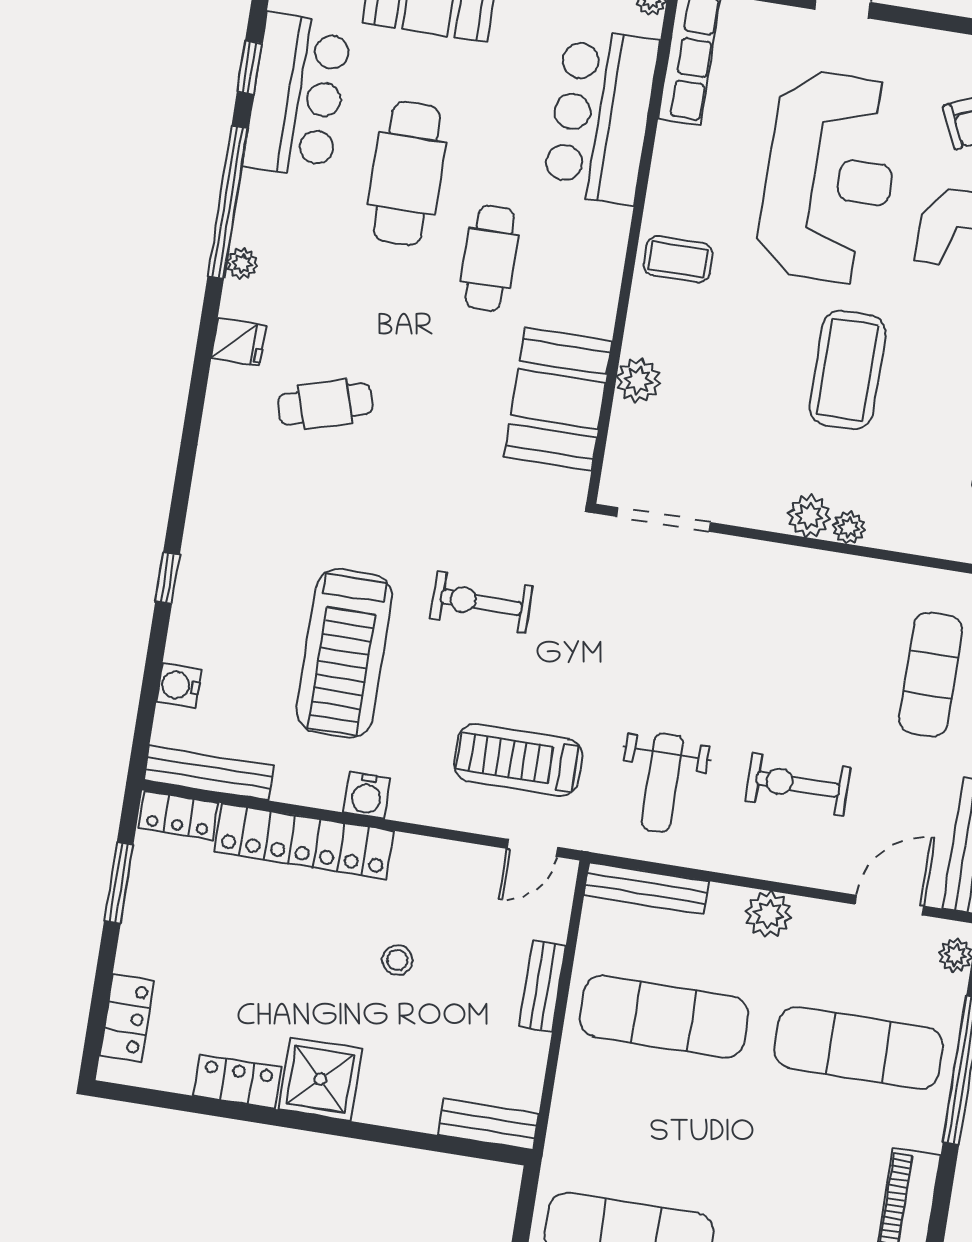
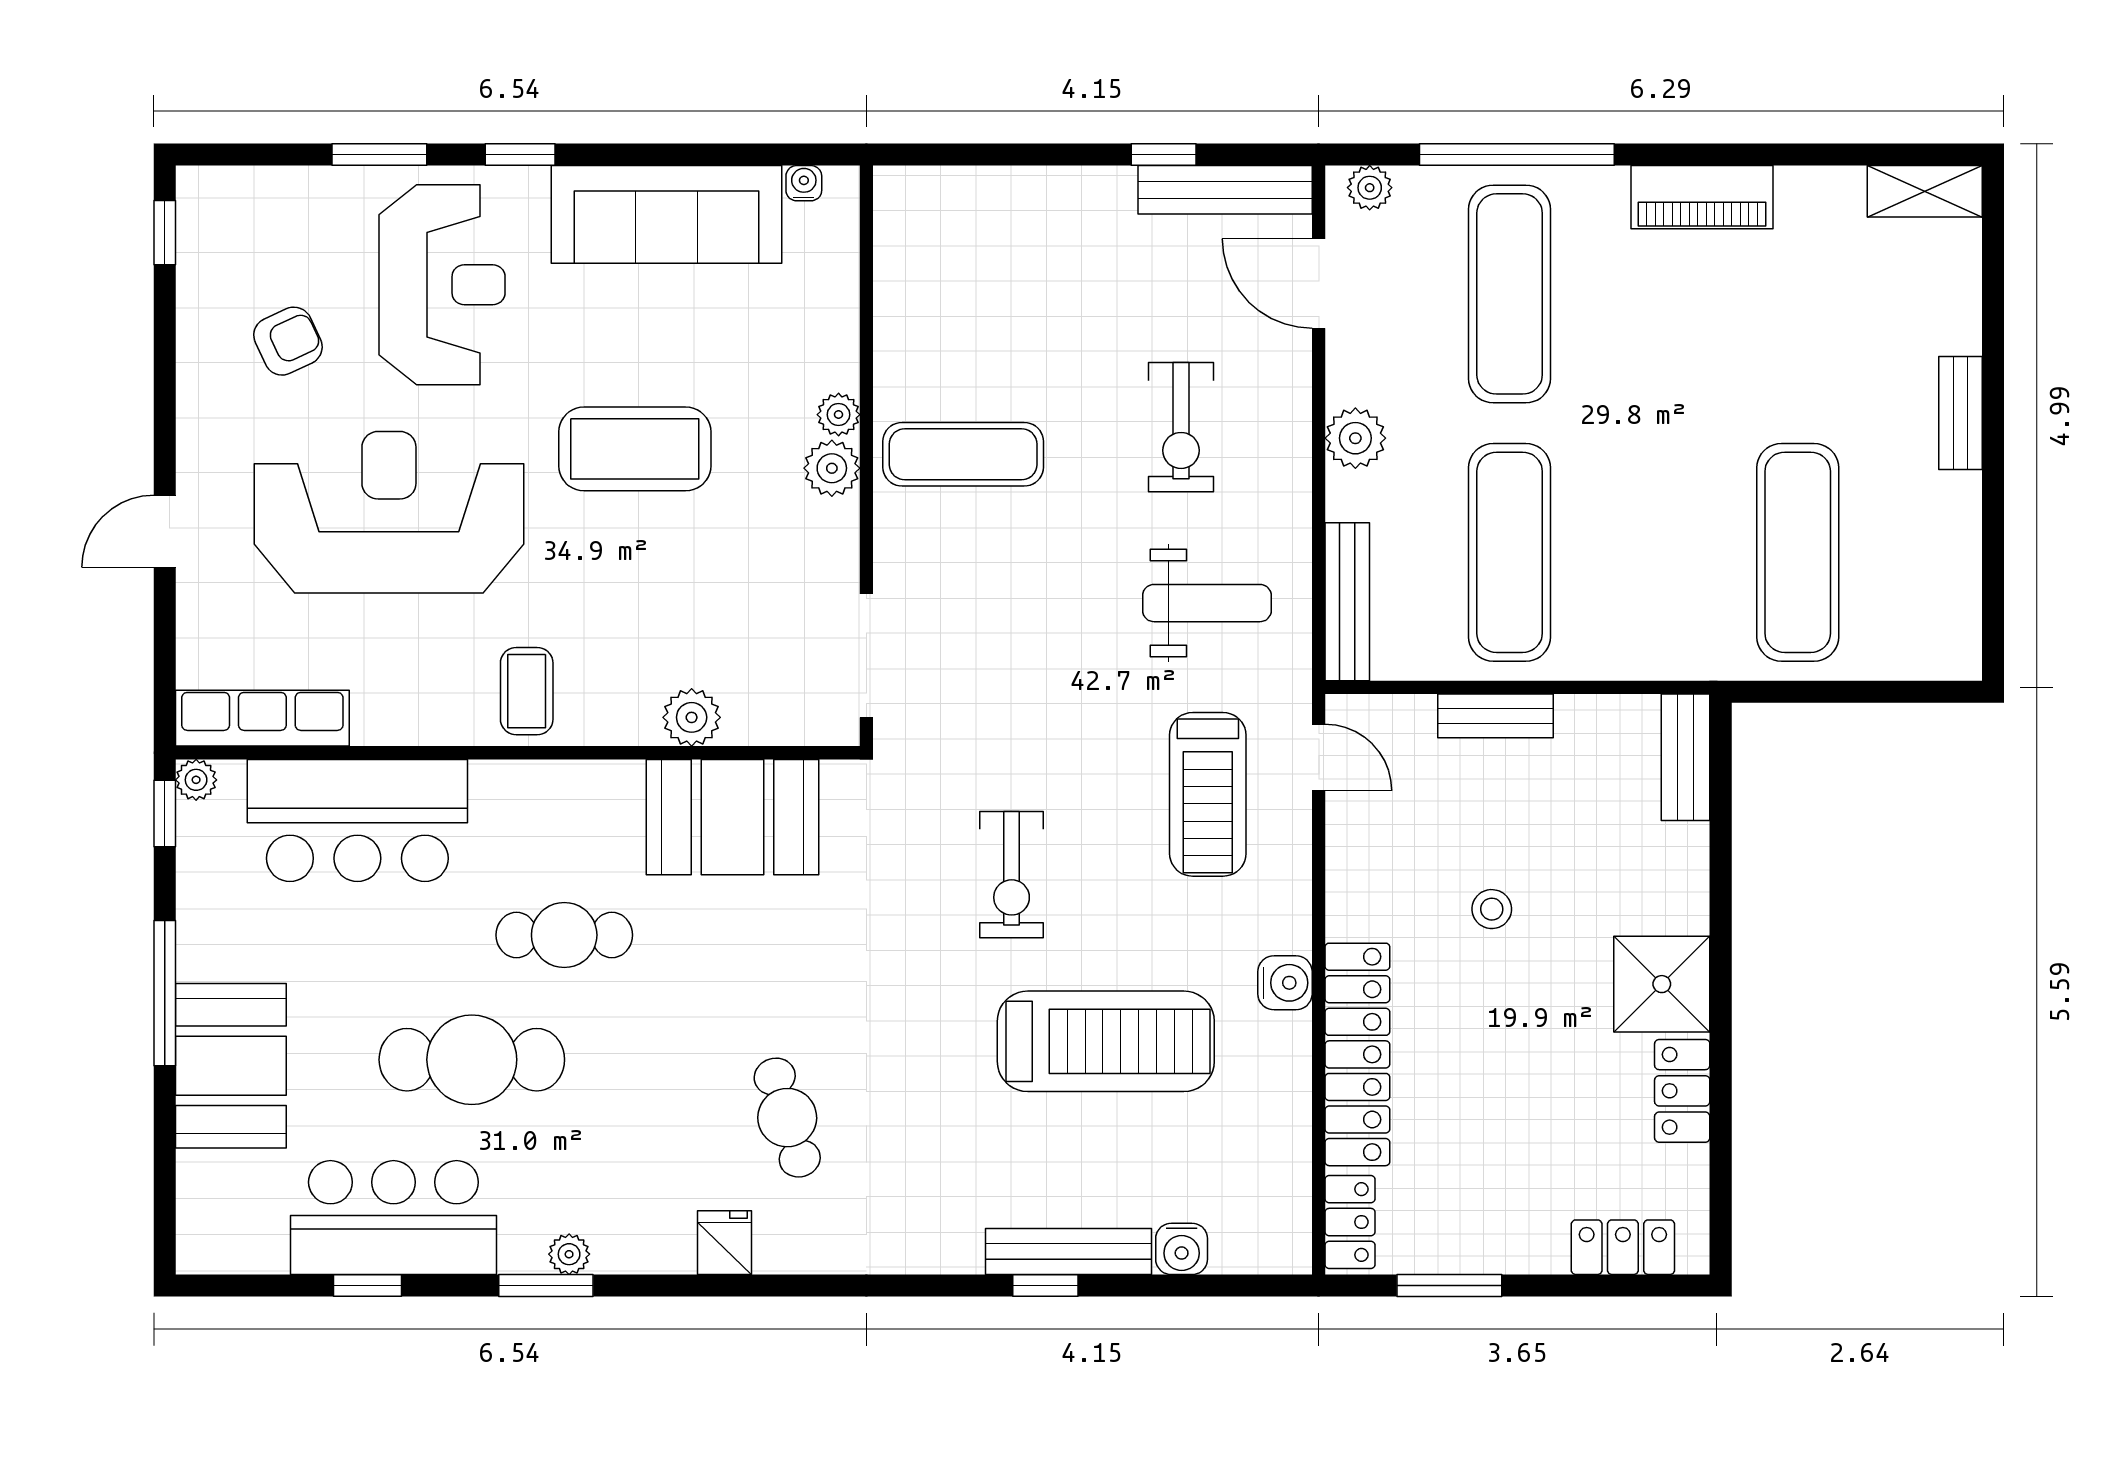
window: (228, 202) -> (546, 1286), width x0.47
plant: (242, 264) -> (569, 1254), moved
exercise mat: (931, 674) -> (963, 454), moved
bench: (209, 773) -> (1069, 1252), moved, turned 90

